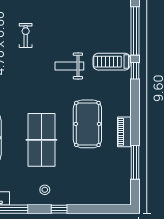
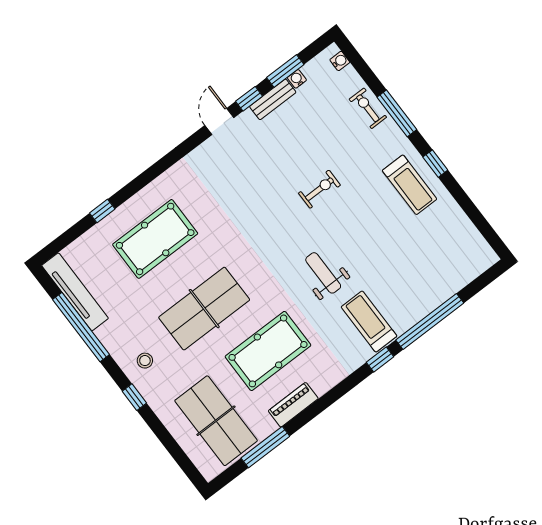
table tennis table: (103, 177) -> (216, 421), added

